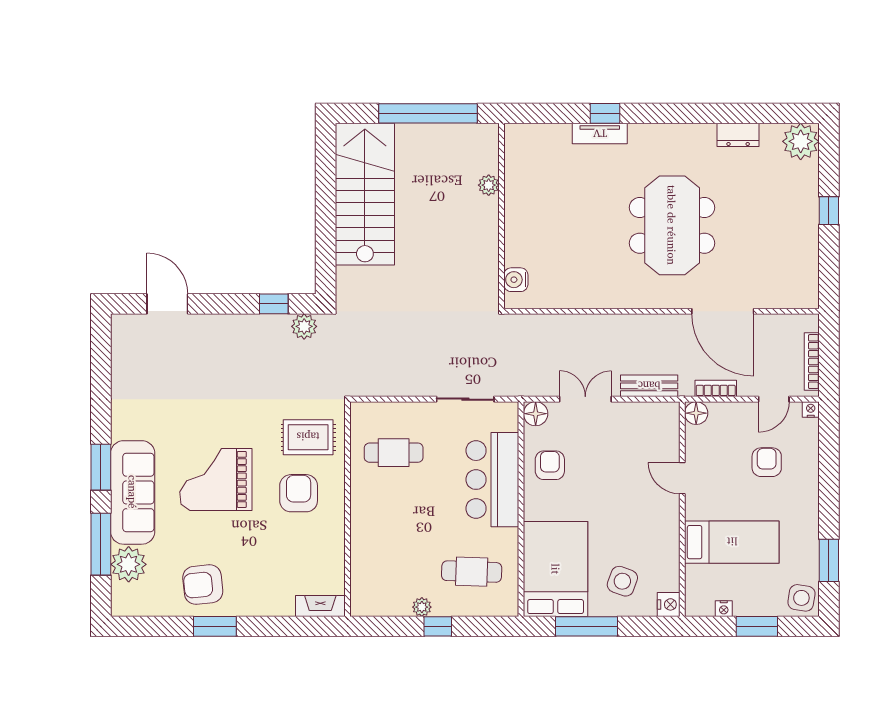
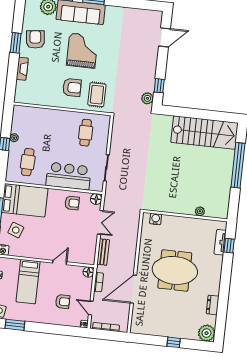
plant: (489, 185) -> (200, 211), moved
wall: (501, 216) -> (185, 216), moved
water cooler: (516, 280) -> (156, 219), moved
fireplace: (320, 606) -> (22, 69), moved

